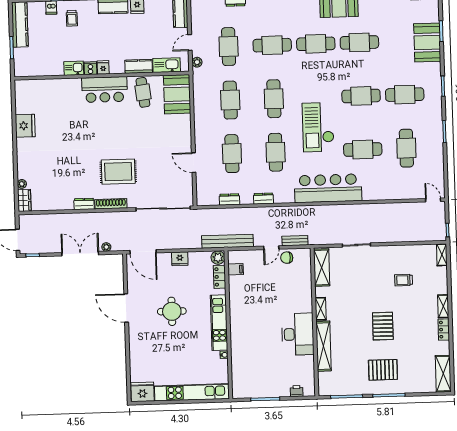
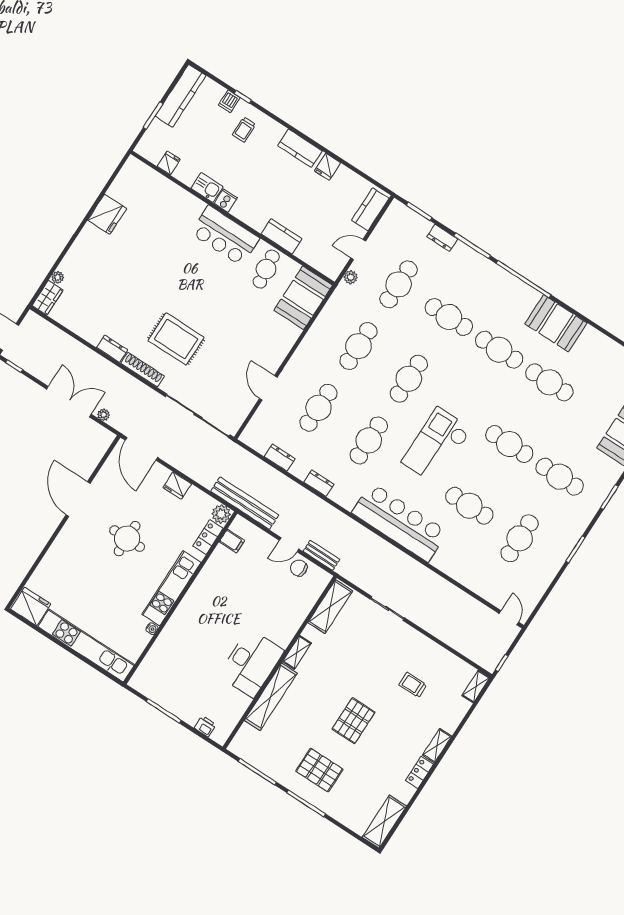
kitchen sink: (167, 65) -> (314, 257), removed
fridge: (103, 67) -> (169, 163), moved

